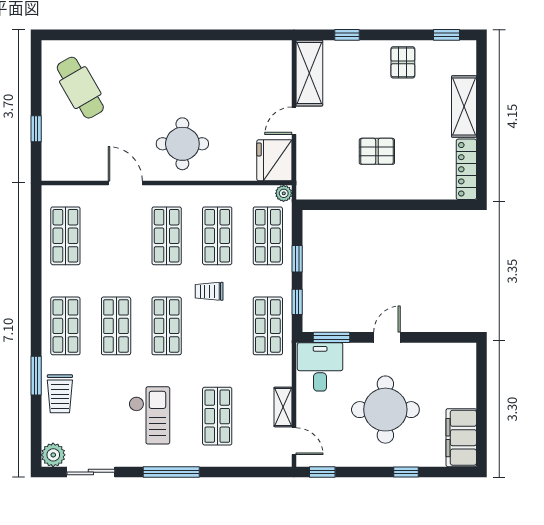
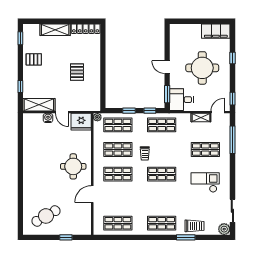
water cooler: (282, 92) -> (48, 118), added
shop shelf: (116, 326) -> (162, 199), removed
window: (171, 472) -> (232, 140), moved

